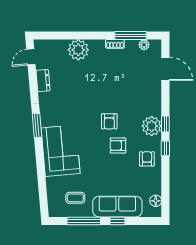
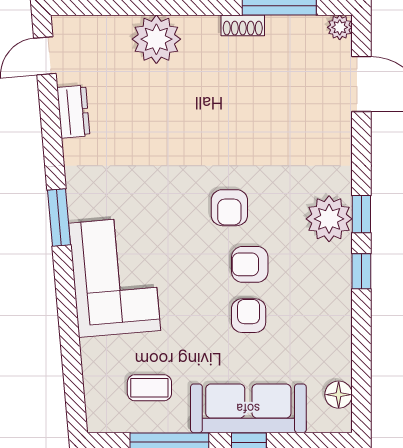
plant: (144, 45) -> (340, 27), moved
armchair: (147, 159) -> (249, 316), moved

